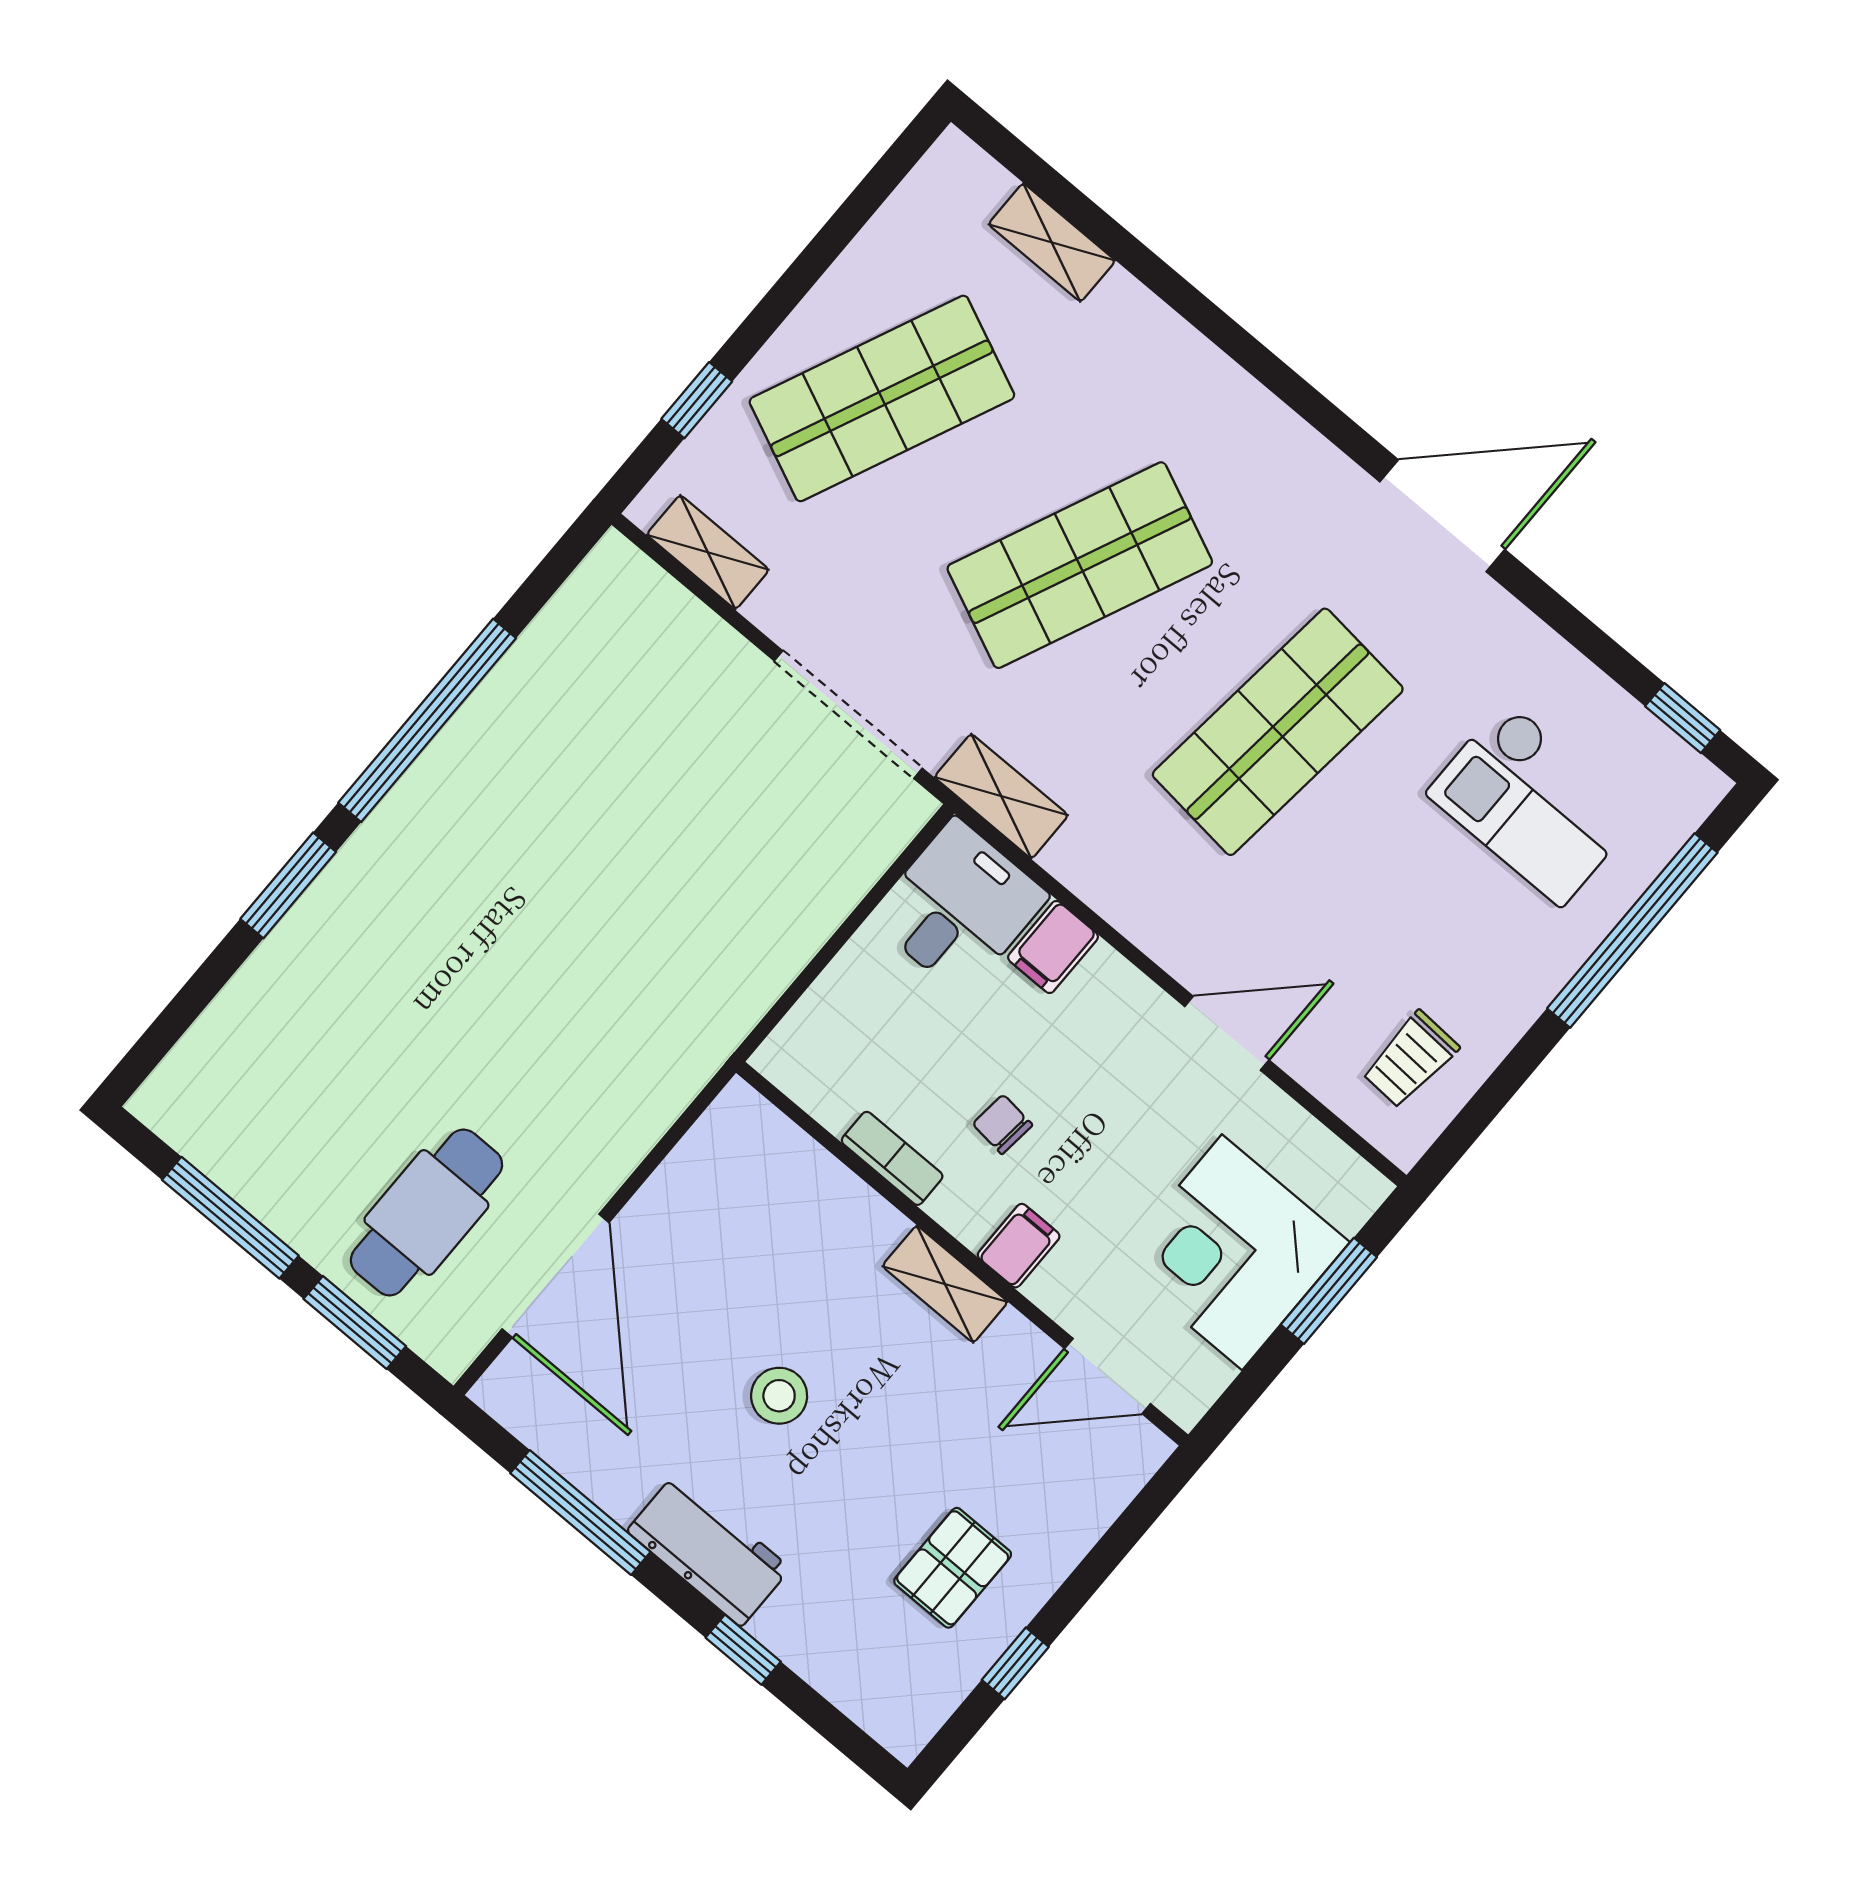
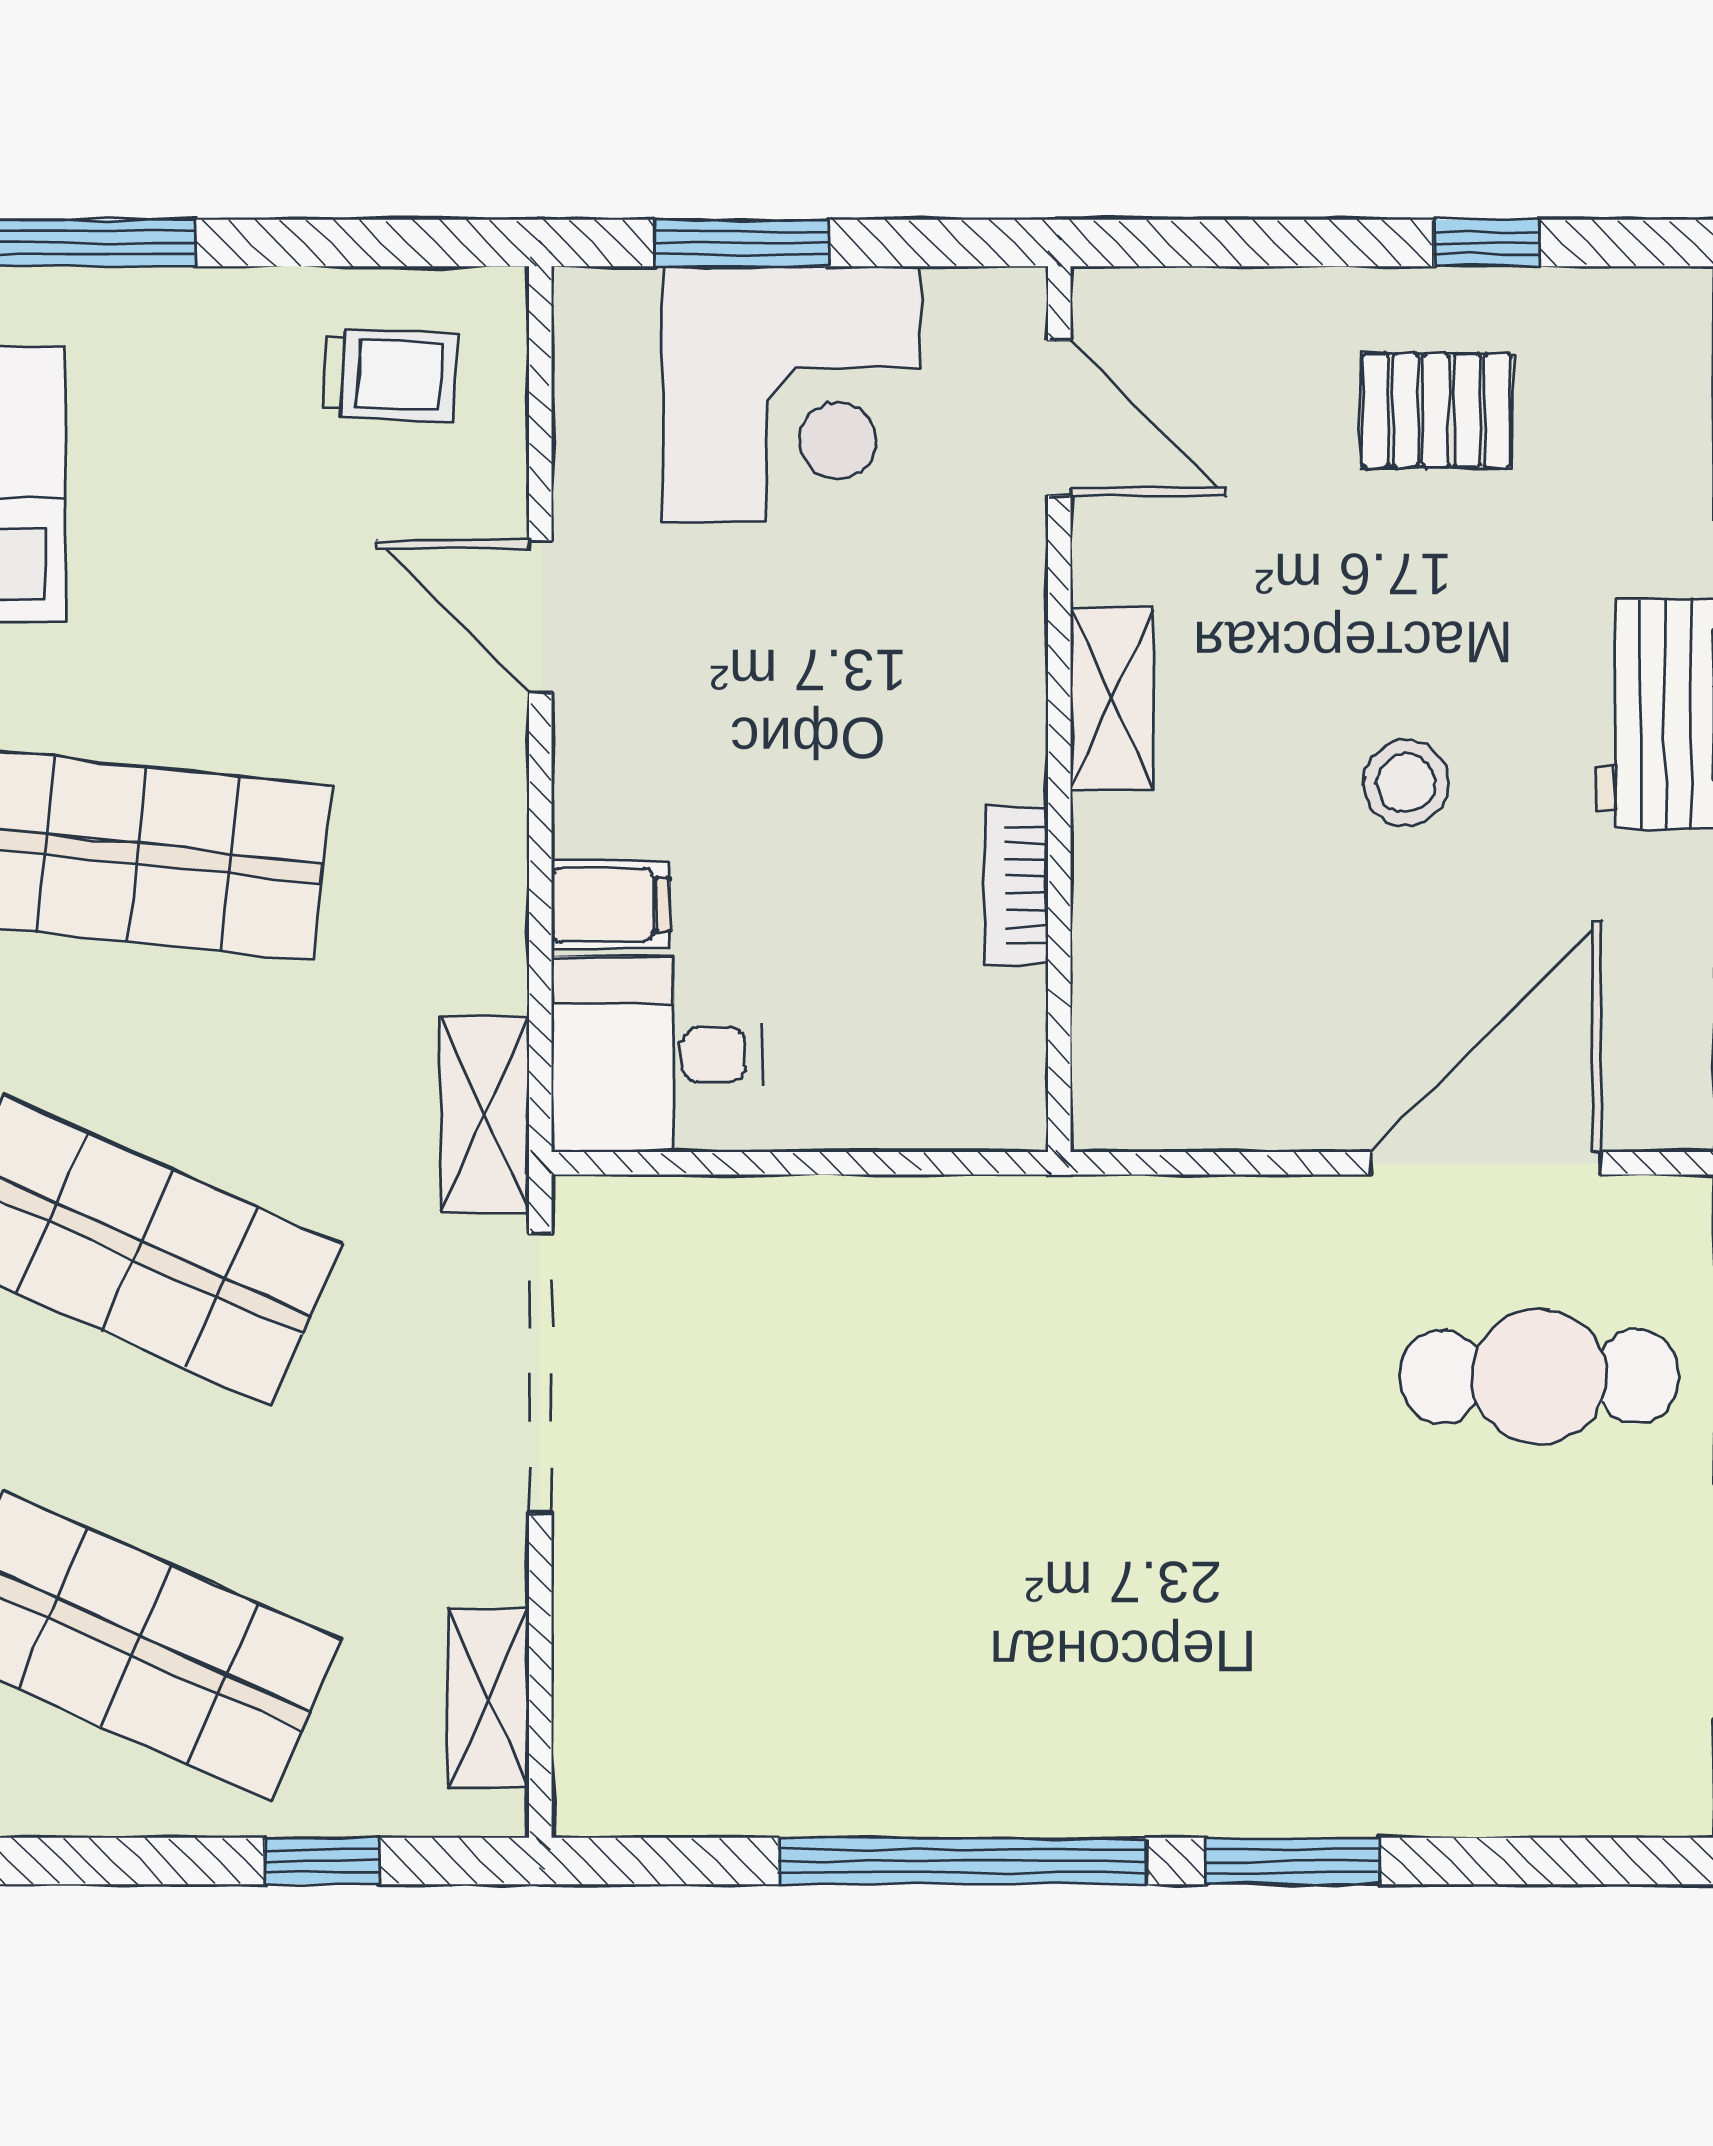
chair: (1002, 1124) -> (868, 789), removed
filing cabinet: (1019, 1246) -> (994, 651), removed

